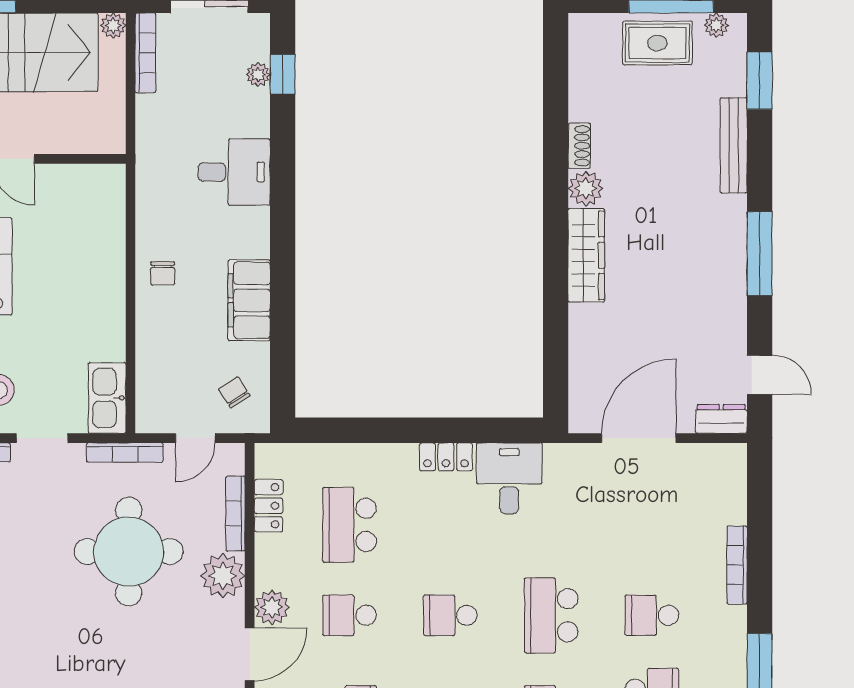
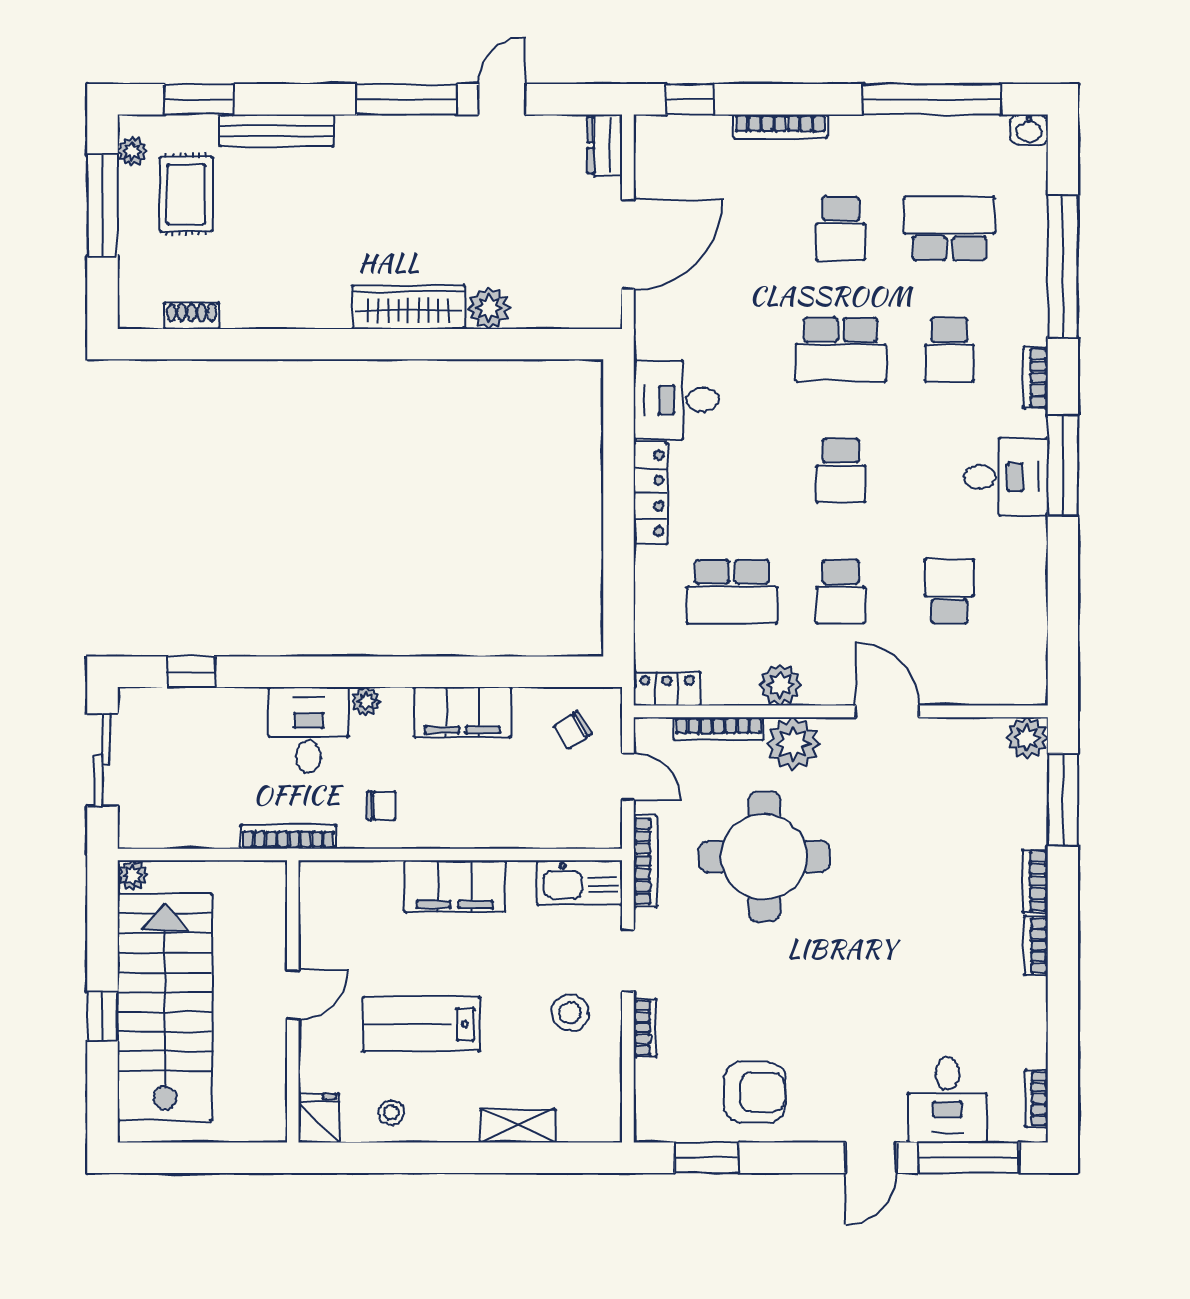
rug: (657, 43) -> (186, 194), moved
bookcase: (145, 53) -> (288, 837), moved
plant: (258, 75) -> (366, 701), moved
shoe rack: (579, 146) -> (191, 316), moved
plant: (586, 188) -> (489, 308), moved
chair: (163, 273) -> (381, 806), moved
filing cabinet: (104, 294) -> (455, 886), added
door: (760, 375) -> (502, 99), moved
door: (639, 438) -> (628, 244), swing flipped
locker: (446, 457) -> (650, 493), width x1.53
window: (760, 489) -> (690, 99), added
locker: (268, 506) -> (667, 689), moved
plant: (272, 607) -> (780, 685), moved

